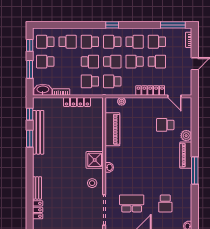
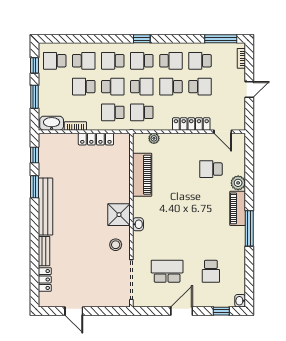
school desk: (45, 62) -> (84, 87), moved
bench: (38, 132) -> (45, 207), moved

